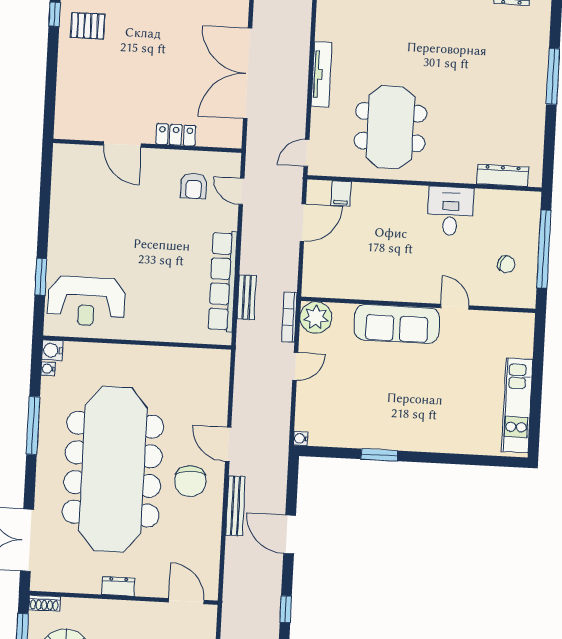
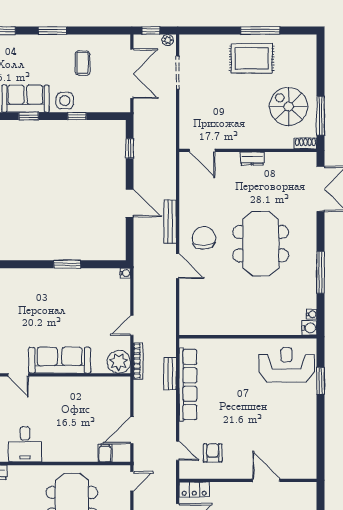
locker: (176, 135) -> (194, 489), moved
meeting table: (113, 469) -> (261, 244), width x0.54, depth x0.79

